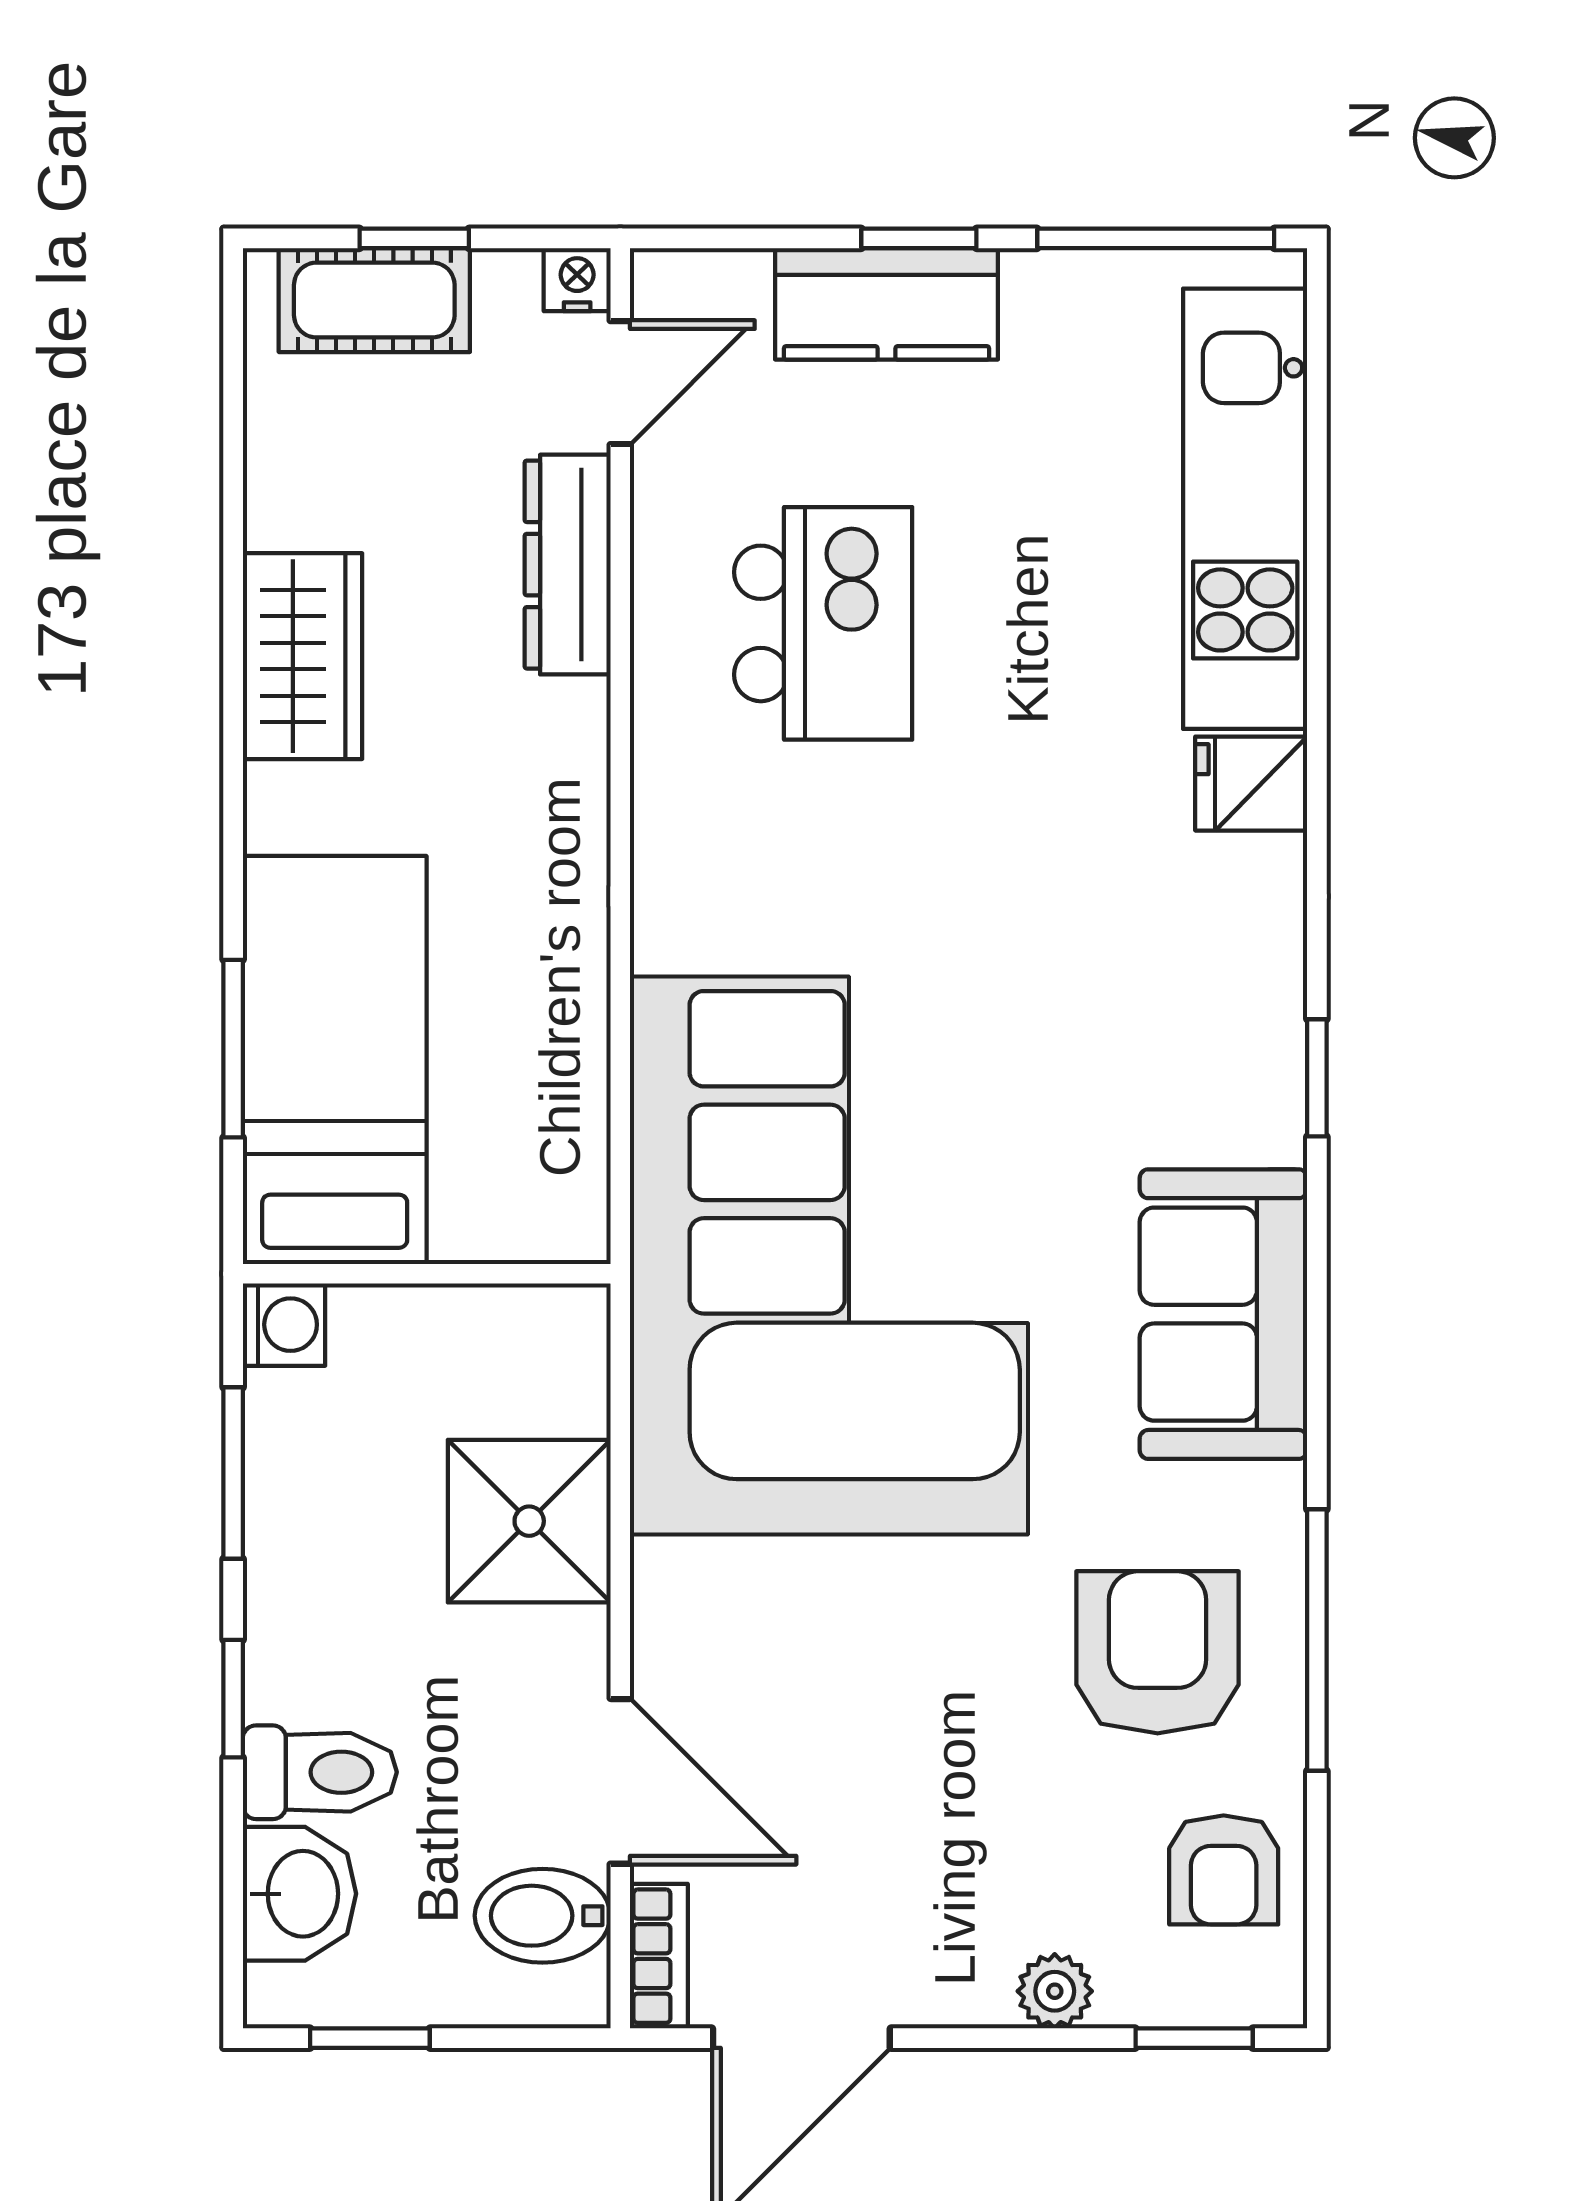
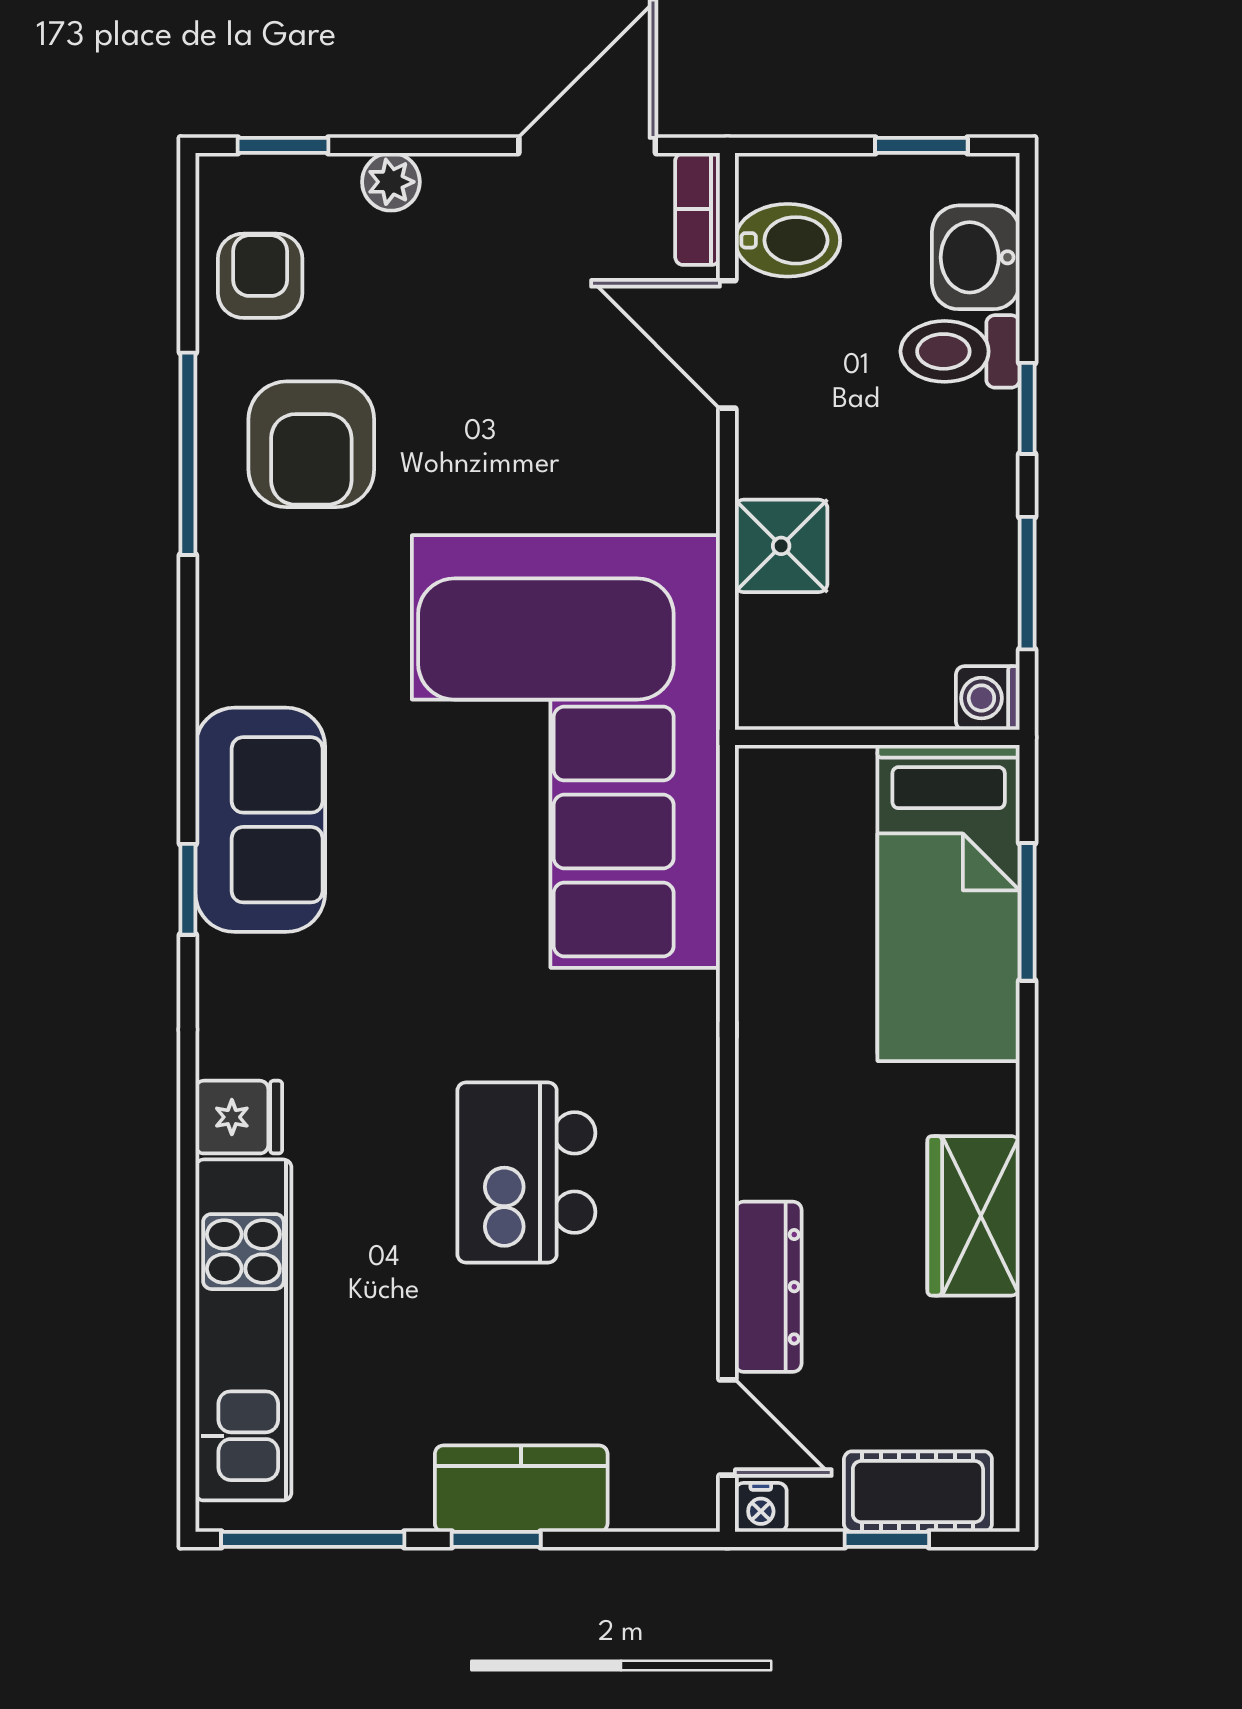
door: (620, 383) -> (727, 1428), swing flipped
kitchen island: (823, 623) -> (526, 1172), moved
sofa: (1223, 1314) -> (260, 820), moved
shower: (529, 1521) -> (781, 546), width x0.73, depth x0.73

